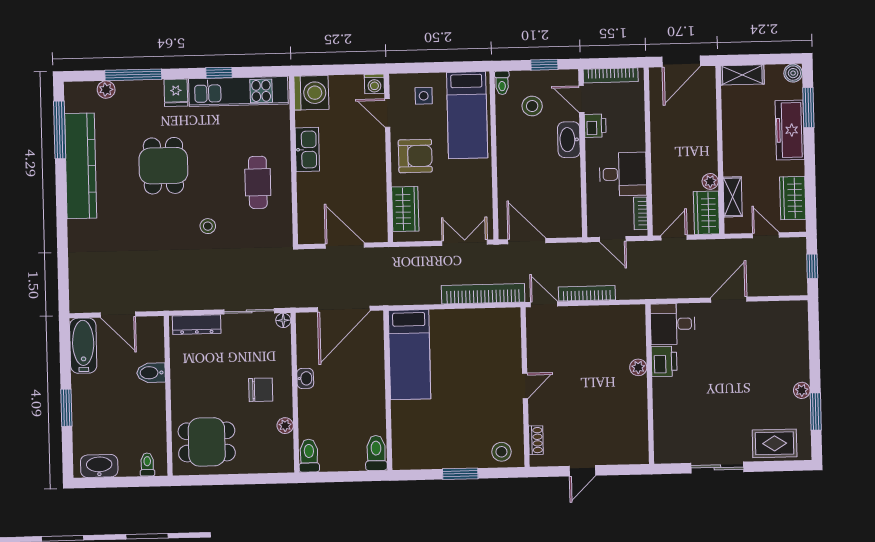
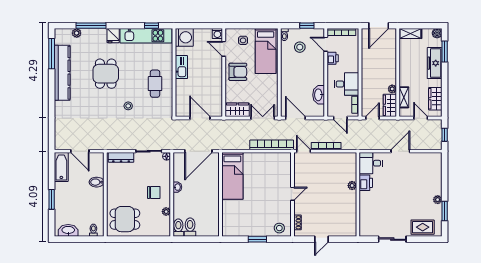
window: (219, 73) -> (152, 26), moved
washbasin: (569, 140) -> (319, 95), moved
wardrobe: (405, 209) -> (237, 110), moved, turned -90
toilet: (376, 453) -> (190, 227), moved

